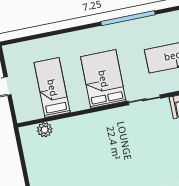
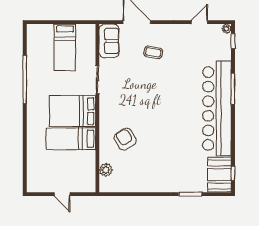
bed: (52, 88) -> (71, 139), moved
armchair: (84, 144) -> (125, 139), added

